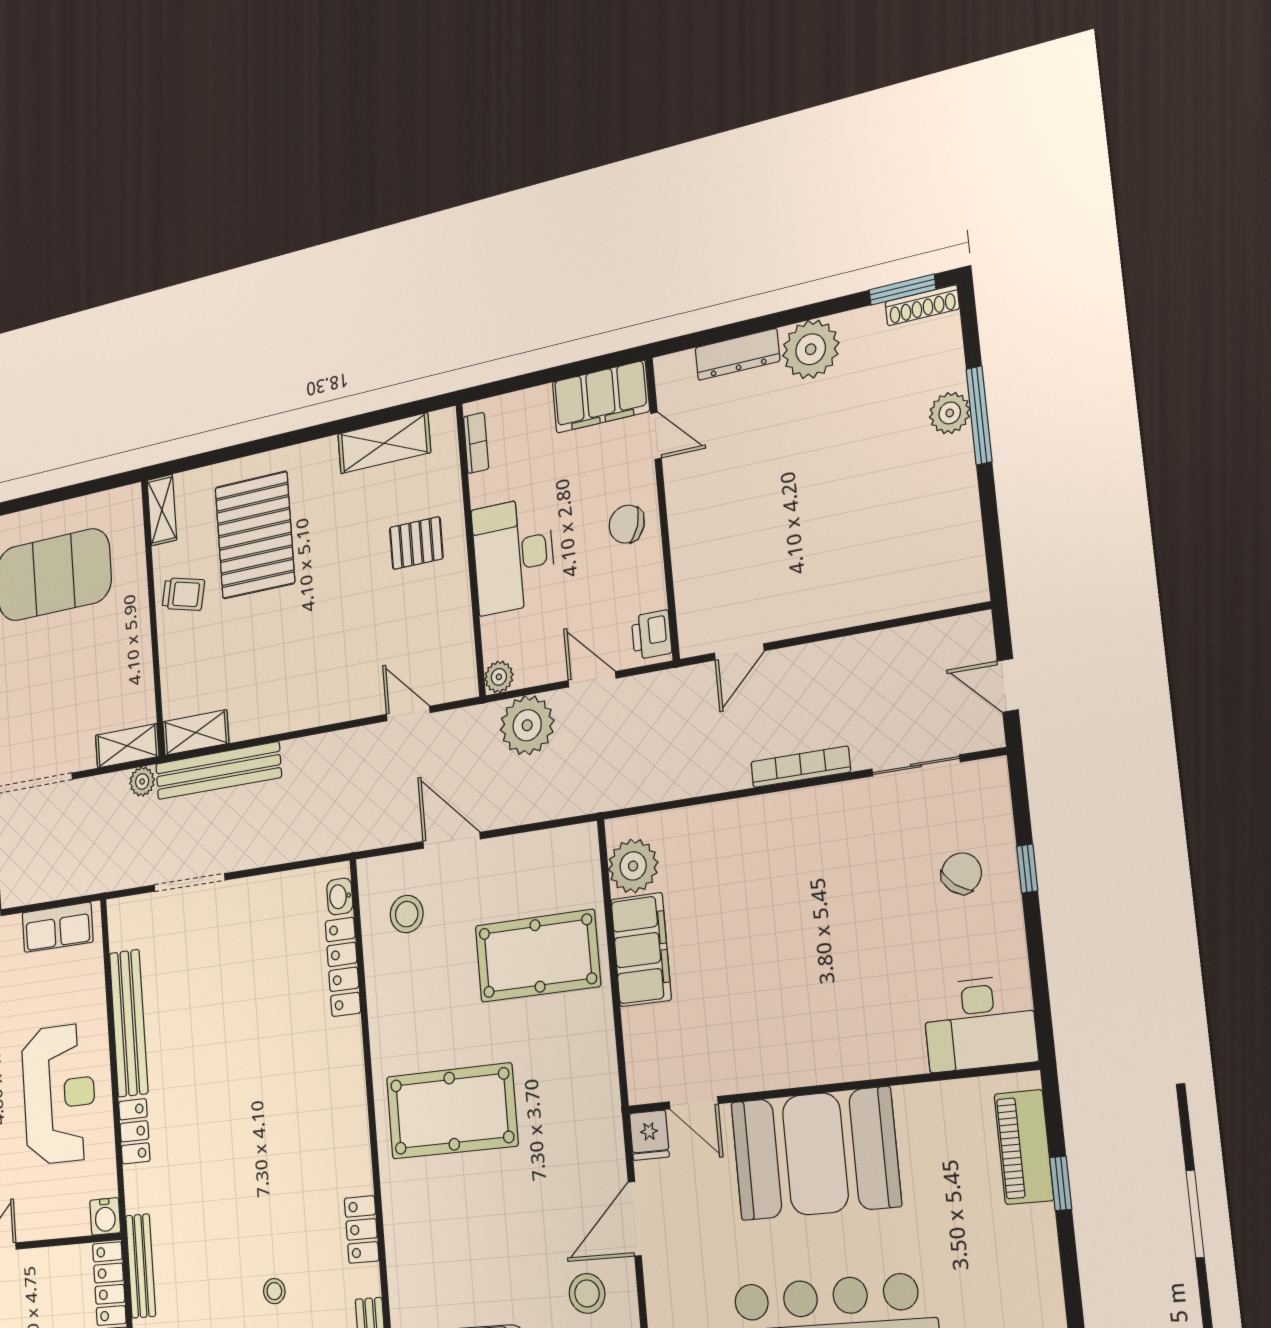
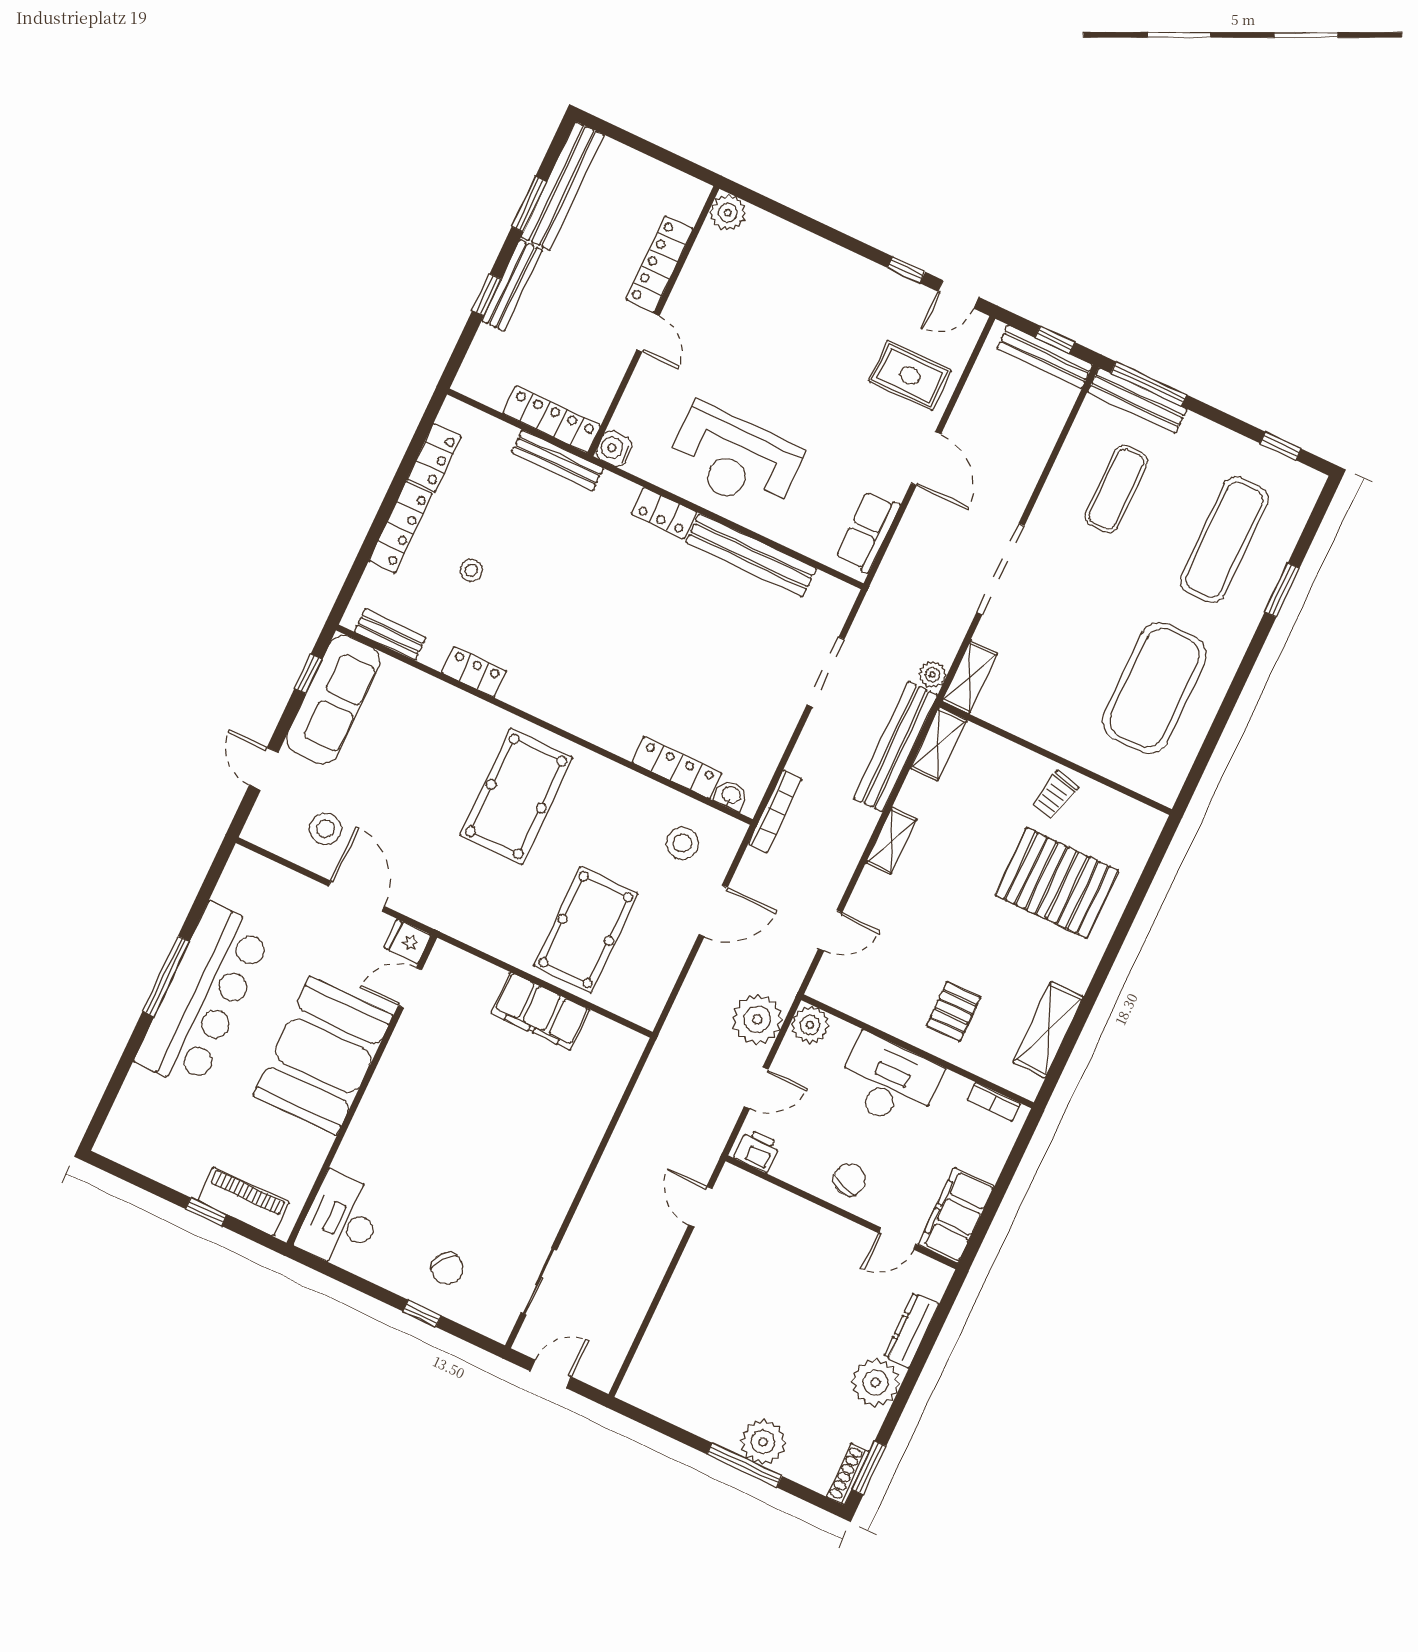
plant: (950, 413) -> (763, 1442), width x1.36, depth x1.36
shelving: (162, 510) -> (891, 841), moved, turned 90
plant: (499, 677) -> (810, 1025), width x1.38, depth x1.38
bookcase: (801, 767) -> (775, 811), moved
plant: (633, 866) -> (603, 1040), removed

